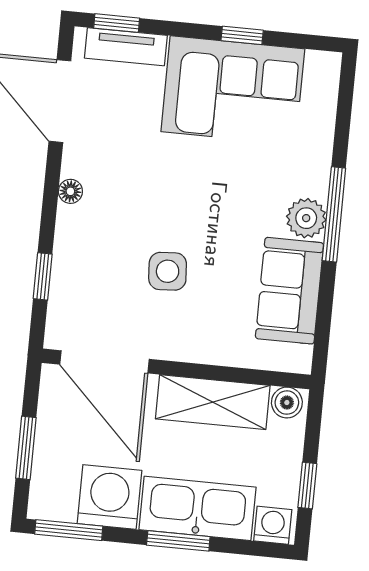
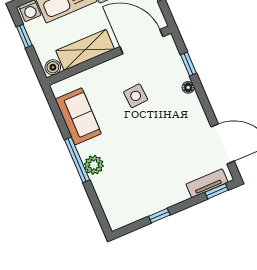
corner sofa: (233, 90) -> (150, 190), removed
floor lamp: (70, 191) -> (188, 87), moved
plant: (306, 218) -> (94, 165), moved

